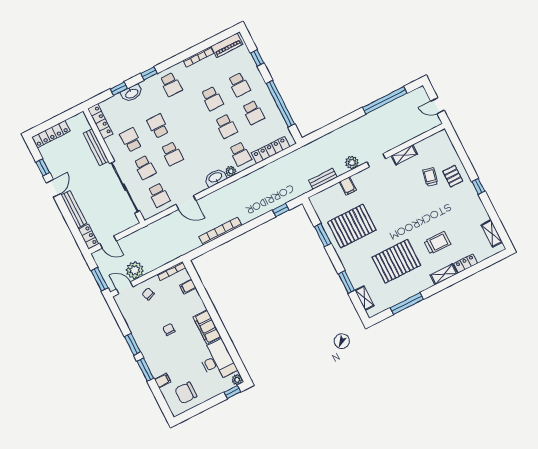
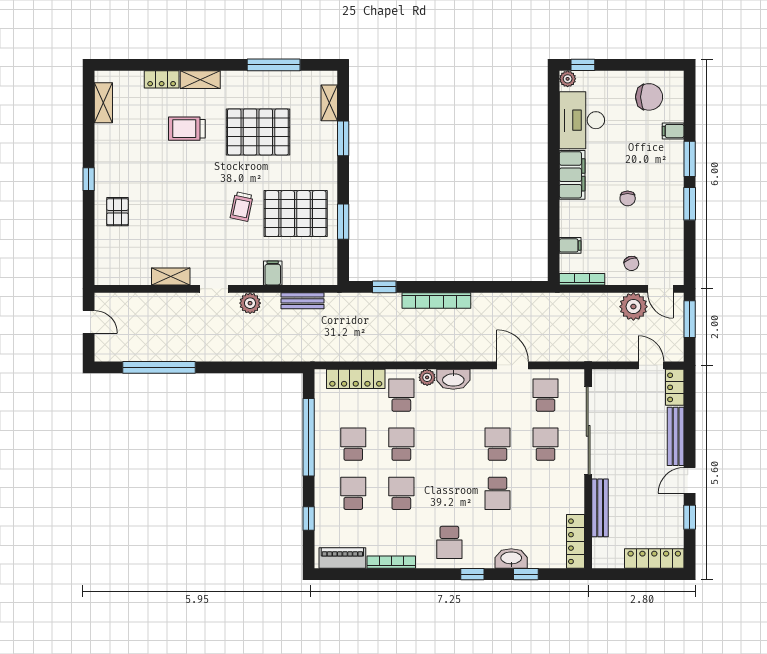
school desk: (171, 85) -> (449, 542), turned 180
school desk: (131, 140) -> (546, 493), removed
trolley: (430, 177) -> (242, 207), moved
bookcase: (220, 231) -> (436, 300), moved

